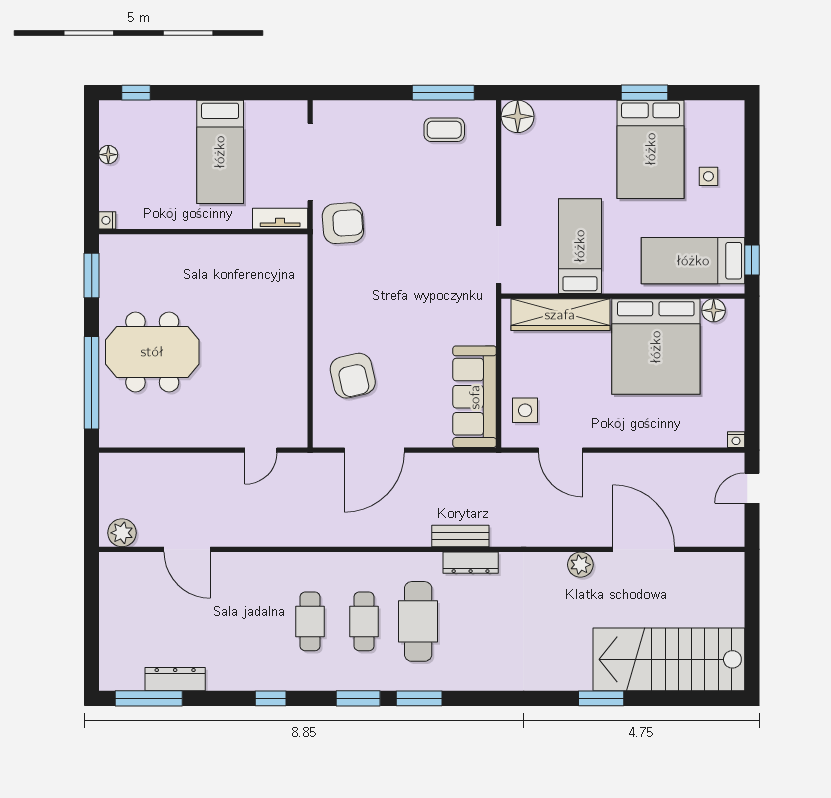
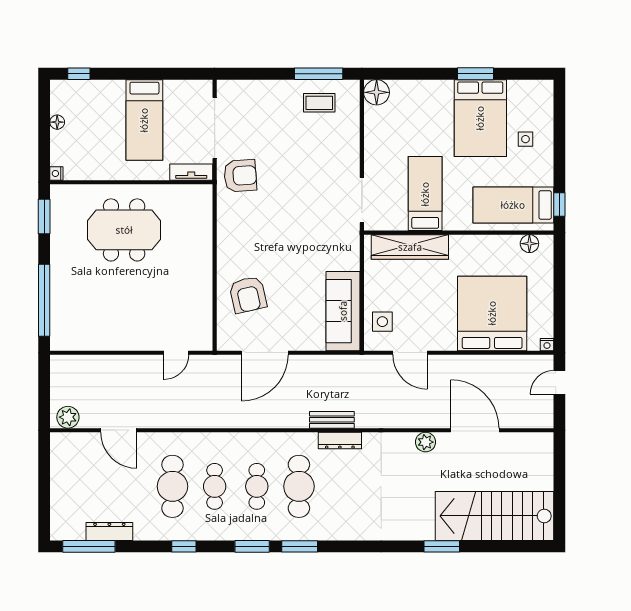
bed: (656, 347) -> (492, 313), moved, turned 180
meeting table: (152, 352) -> (124, 230), moved
cafe table: (256, 621) -> (172, 486), added

